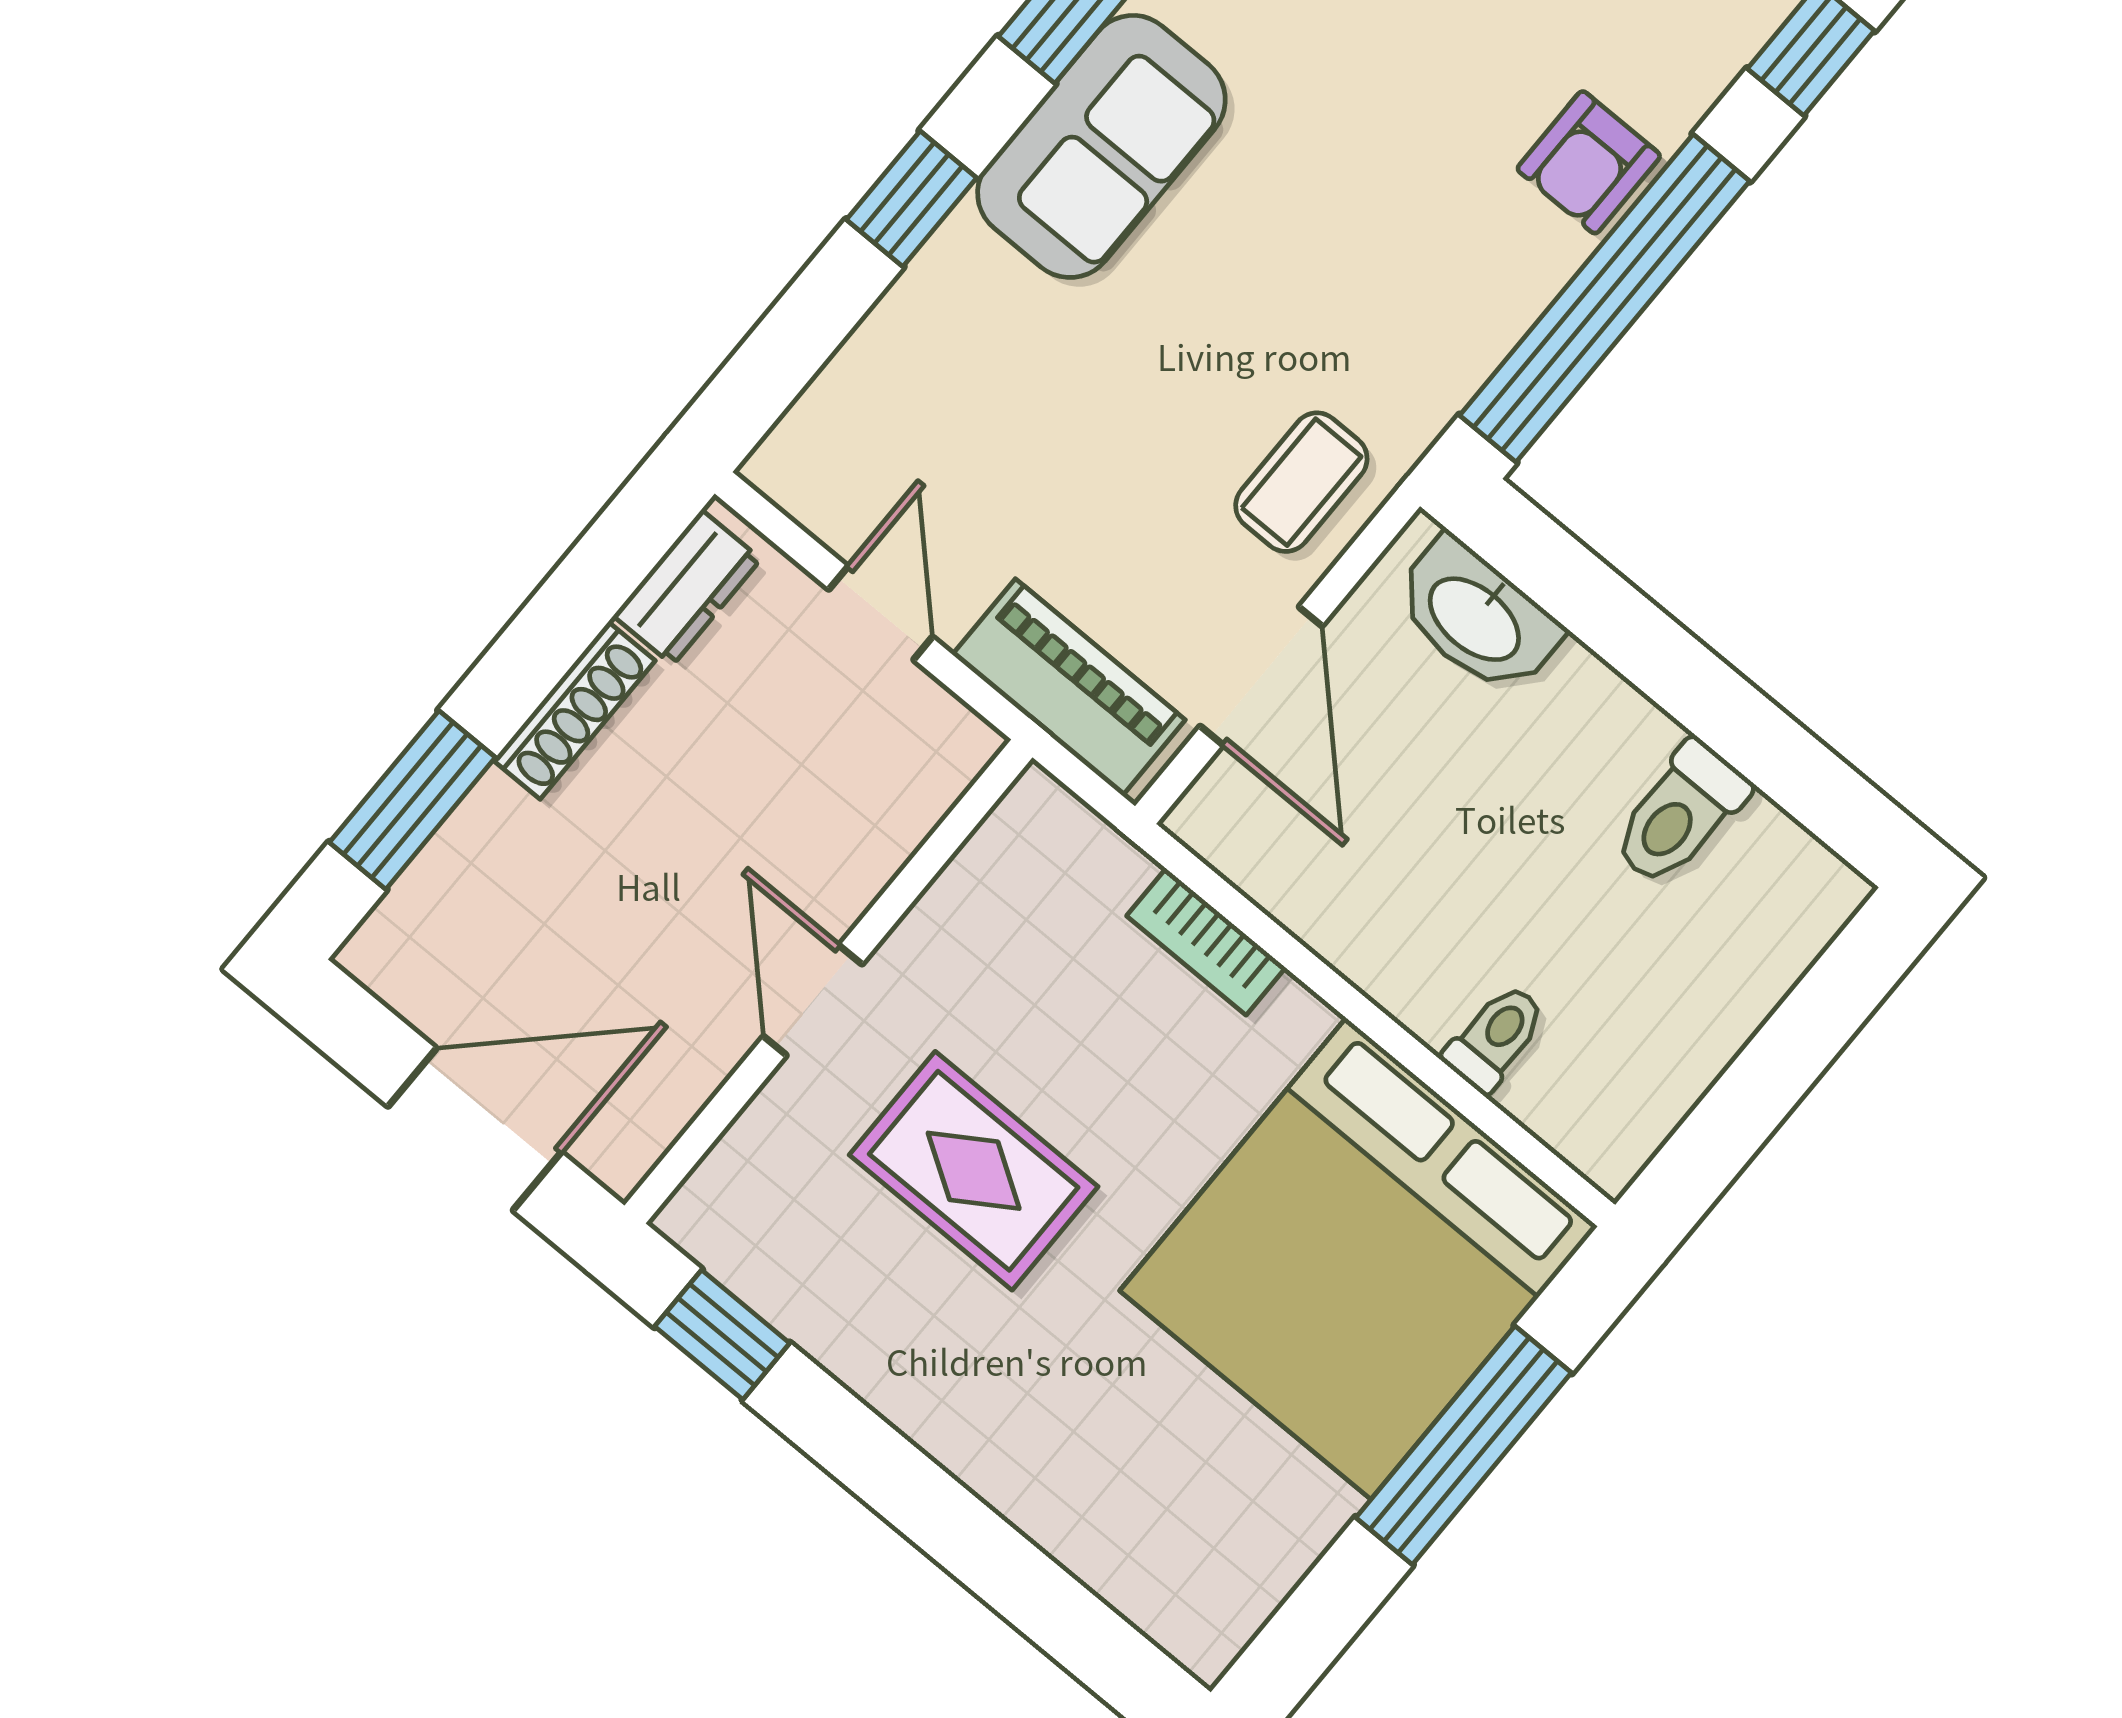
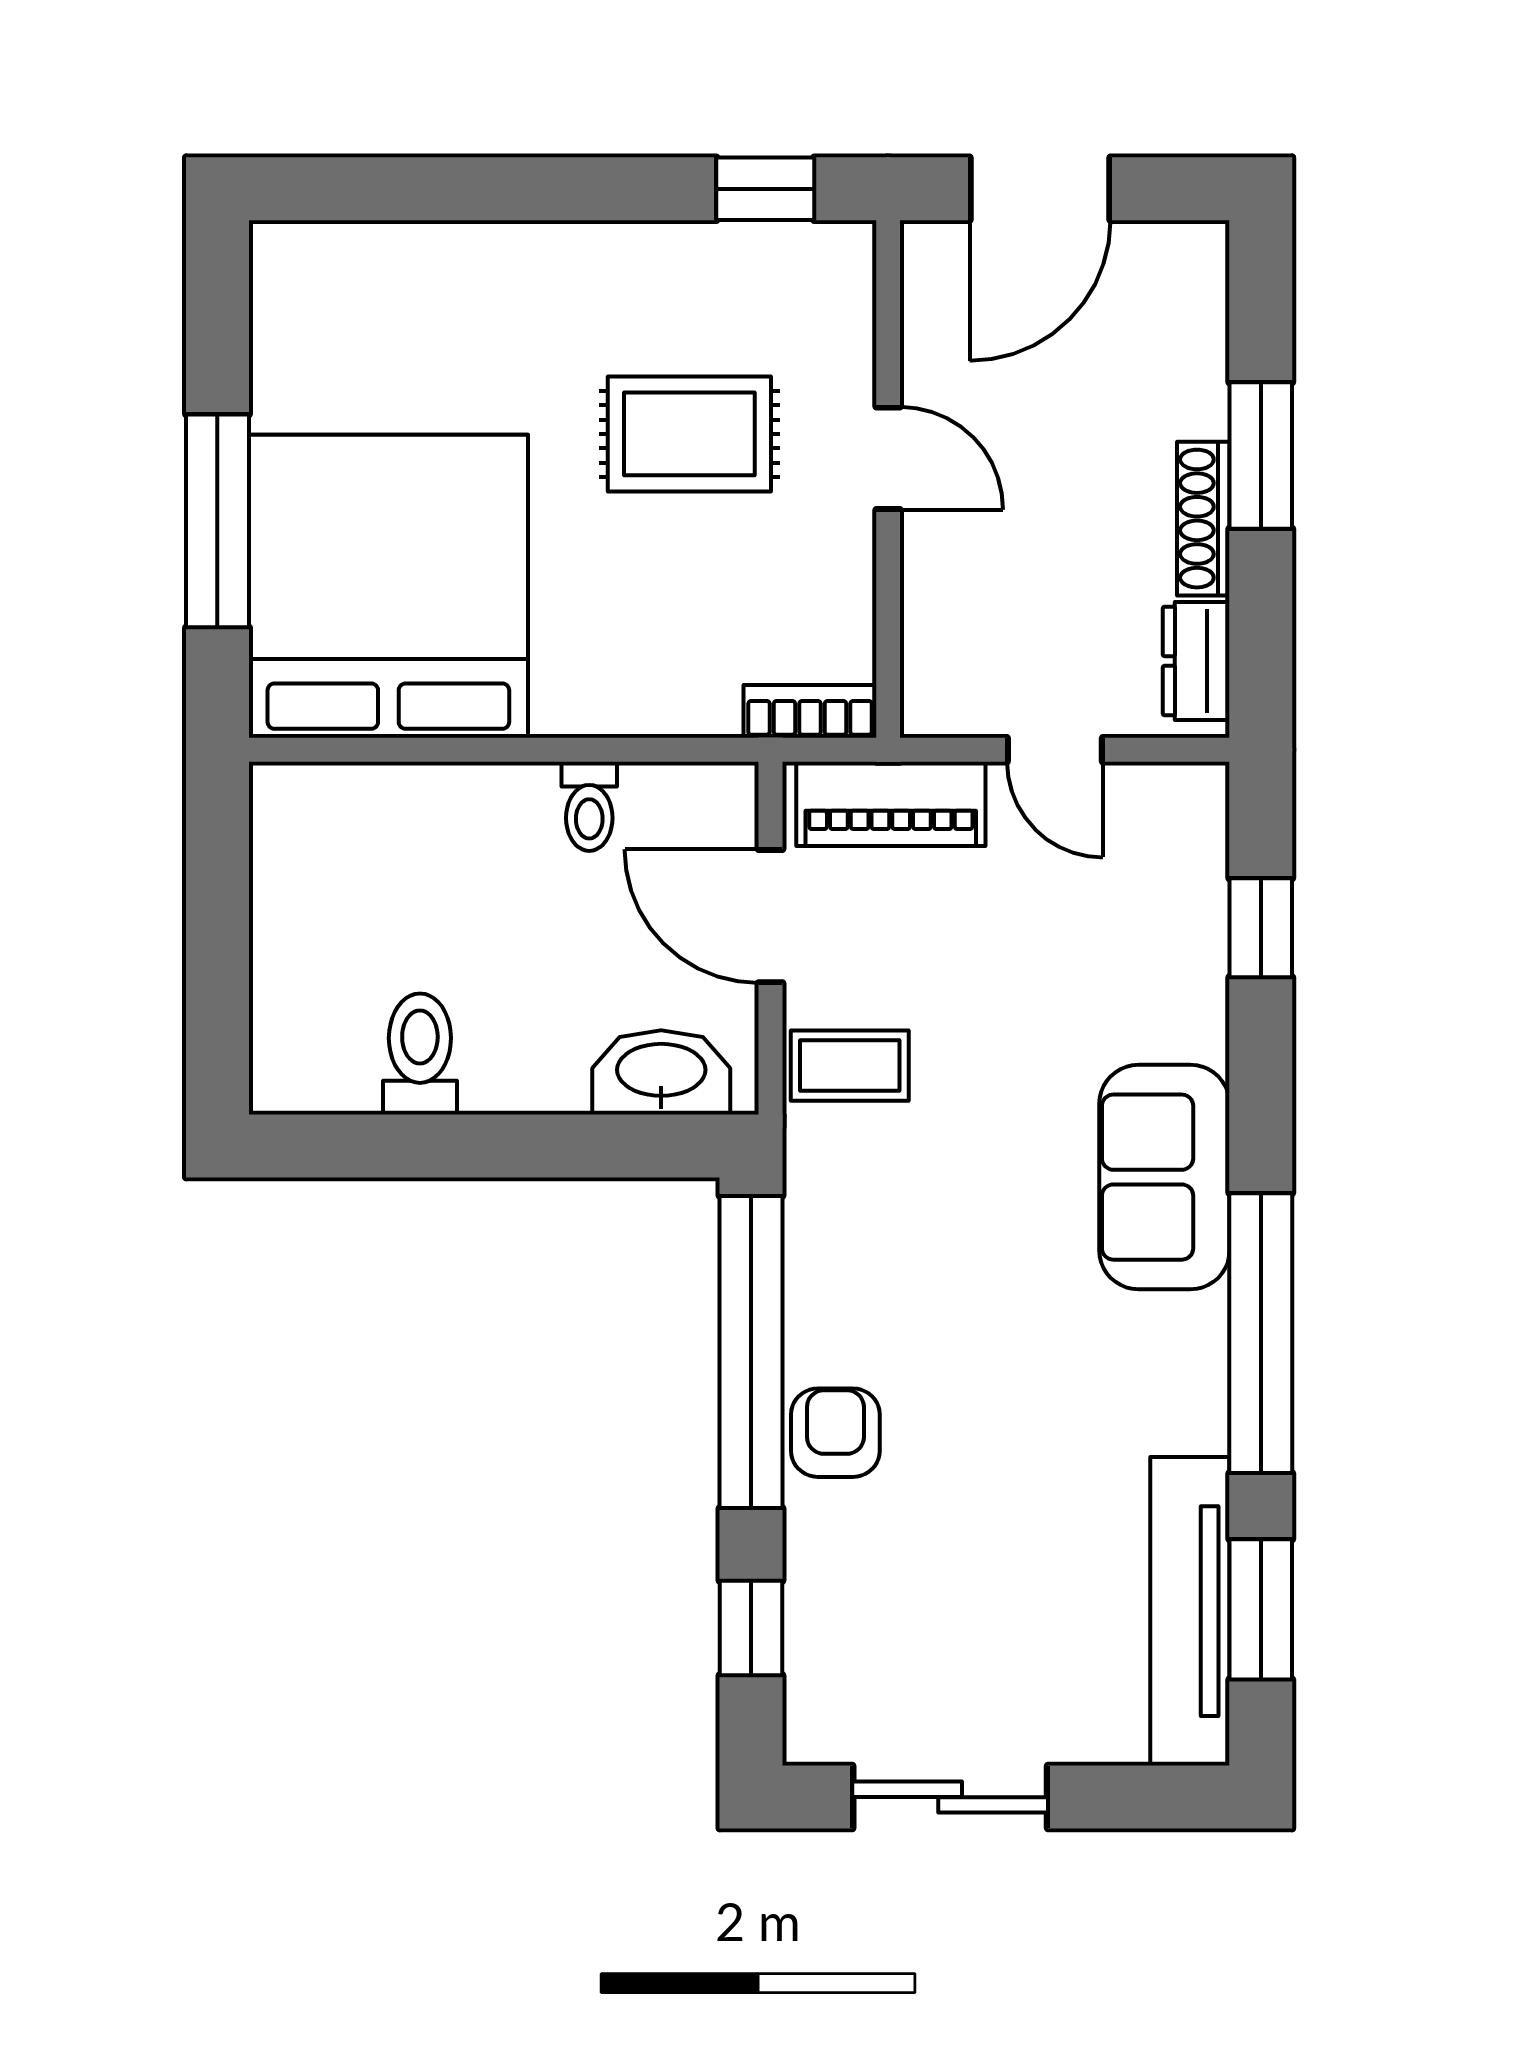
window: (911, 199) -> (1261, 928), moved
coffee table: (1301, 482) -> (850, 1066), turned 90
window: (412, 800) -> (1261, 456), moved
bookcase: (1206, 942) -> (810, 711), moved
toilet: (1495, 1038) -> (589, 806), moved

